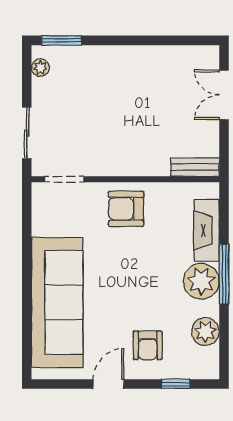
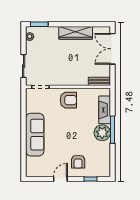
wardrobe: (142, 59) -> (76, 33), added
double door: (224, 95) -> (112, 49), width x1.37
armchair: (126, 209) -> (68, 100), turned 180
sofa: (57, 302) -> (35, 135), width x0.74, depth x0.79
plant: (205, 332) -> (104, 155), removed

